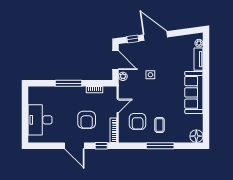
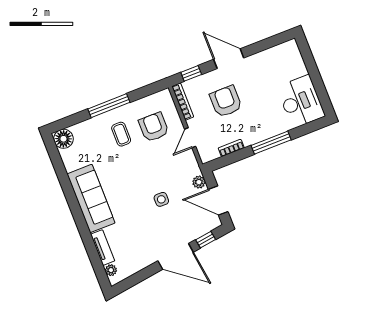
desk: (40, 120) -> (301, 101), moved

